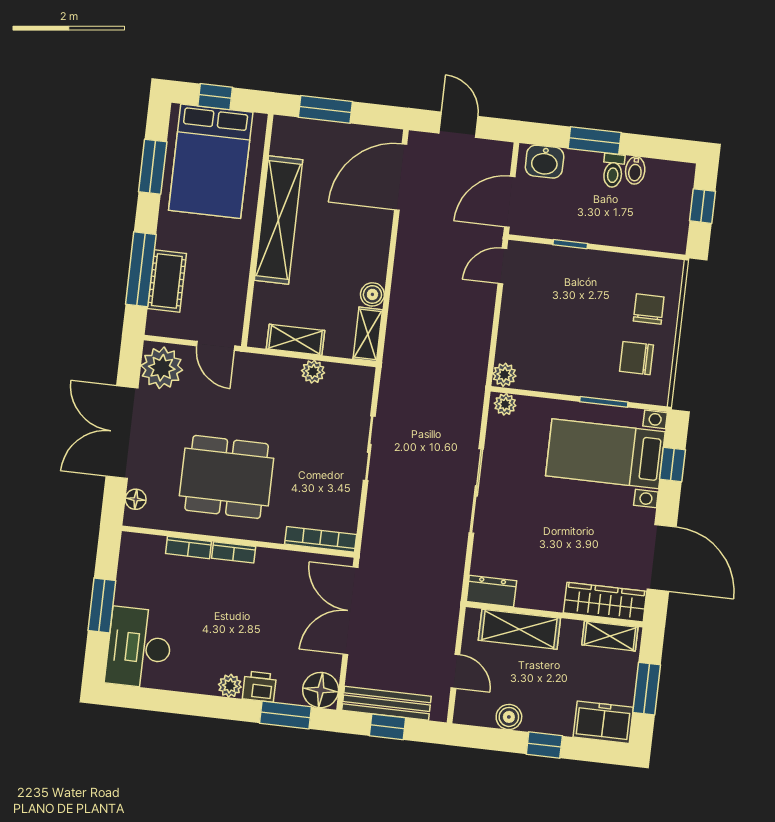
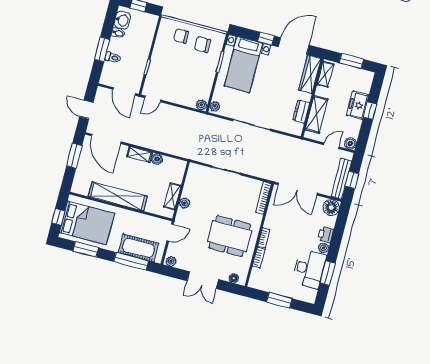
window: (325, 109) -> (74, 156), moved
door: (459, 125) -> (86, 110), hinge flipped
washbasin: (545, 162) -> (122, 20), moved
toilet: (613, 171) -> (113, 58), moved
door: (502, 266) -> (153, 99), hinge flipped
cot: (167, 281) -> (139, 248), width x1.37, depth x1.34
shelving: (368, 334) -> (139, 154), moved
chair: (636, 358) -> (202, 45), turned 90
plant: (162, 368) -> (171, 261), width x0.53, depth x0.53
plant: (313, 372) -> (185, 203), moved
double door: (122, 432) -> (203, 280), width x0.73
window: (673, 464) -> (266, 39), moved
dining table: (227, 477) -> (230, 236), turned 90
dresser: (491, 591) -> (301, 111), moved
desk: (139, 648) -> (309, 269), moved, turned -90
window: (285, 715) -> (328, 273), moved
boiler: (509, 717) -> (350, 144), moved
freezer: (603, 722) -> (358, 105), moved

